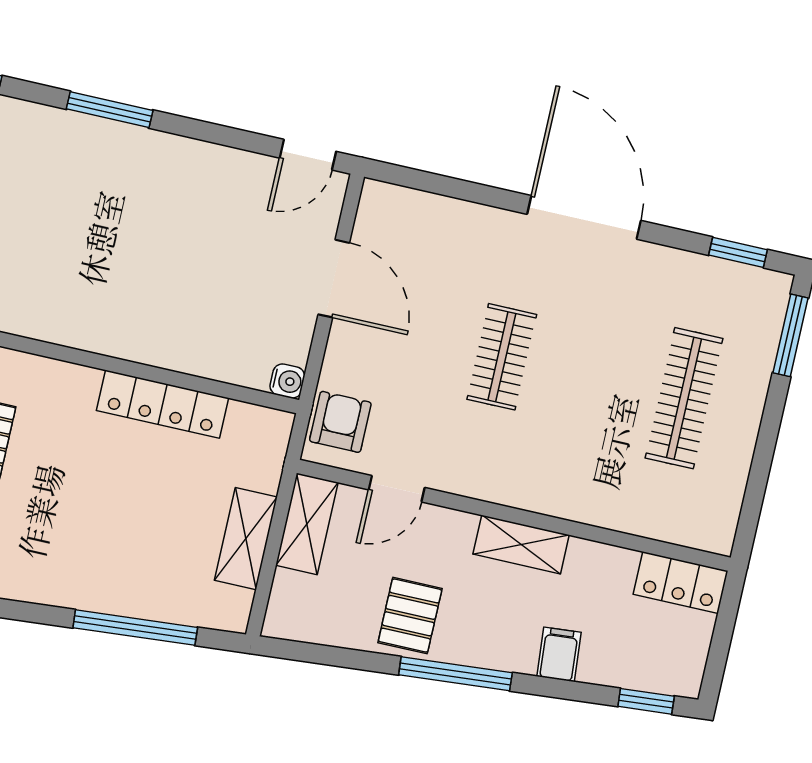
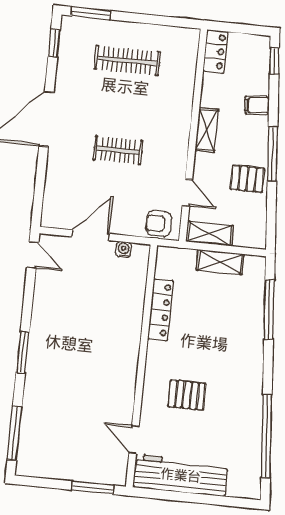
water cooler: (287, 381) -> (124, 249), moved

